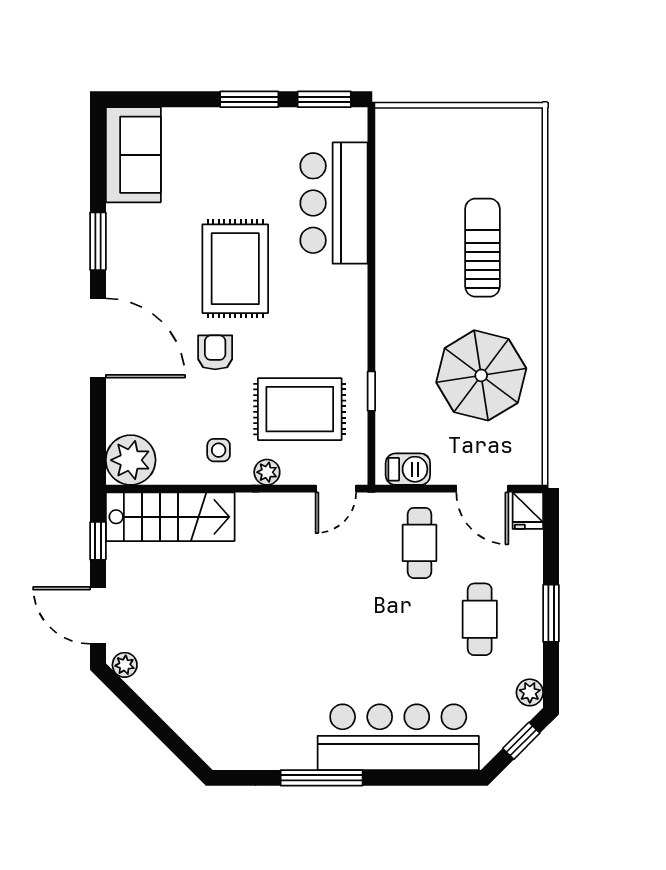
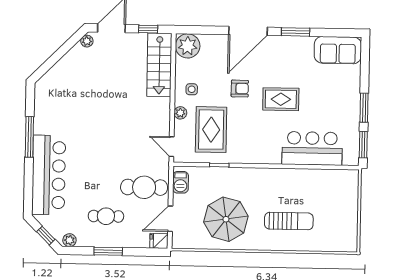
rug: (235, 269) -> (281, 99), width x0.73, depth x0.70
cafe table: (419, 543) -> (144, 187), width x1.37, depth x1.35

